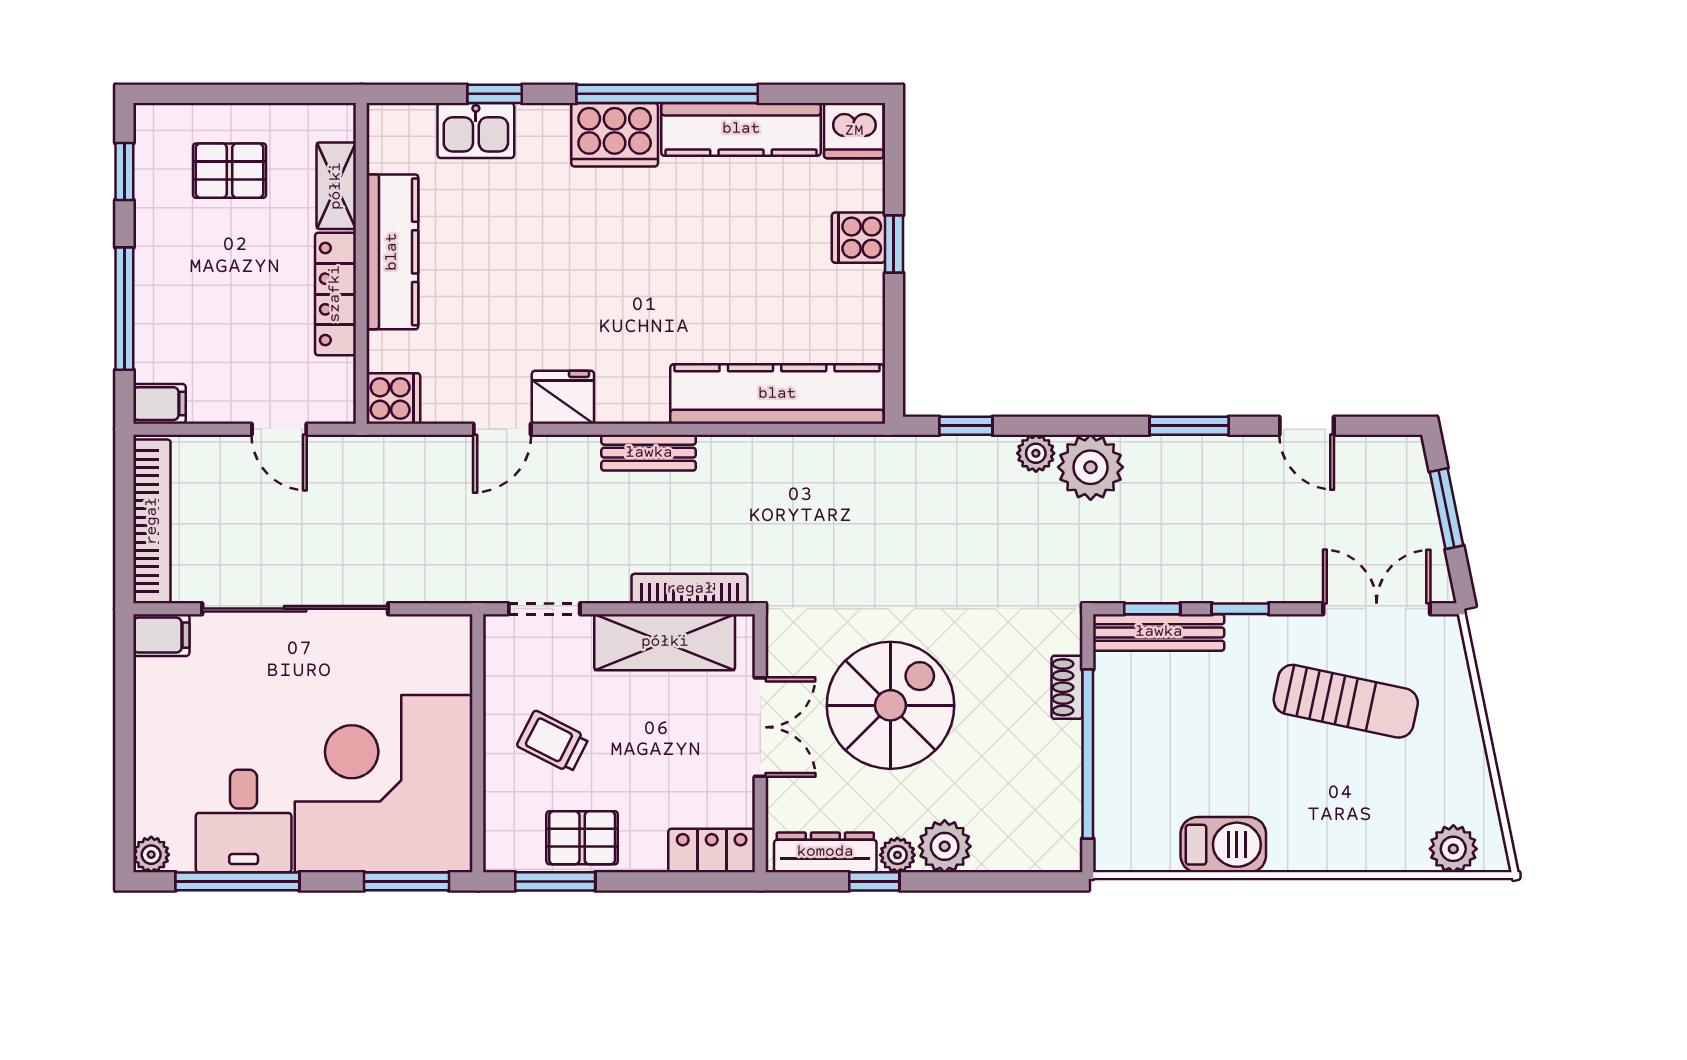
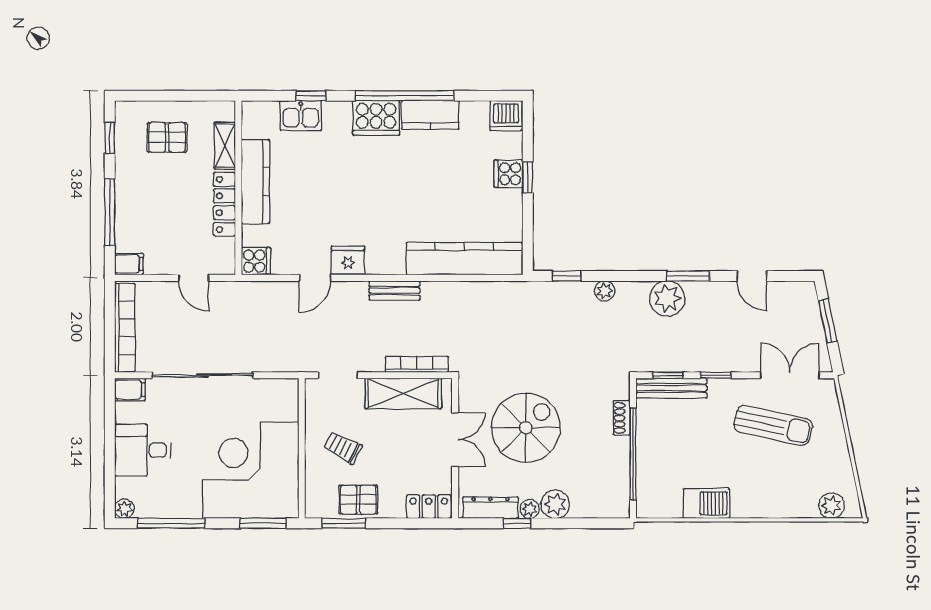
kitchen counter: (741, 129) -> (430, 115), width x0.67
plant: (1091, 467) -> (667, 298), moved
desk: (244, 821) -> (143, 450), moved, turned 90

